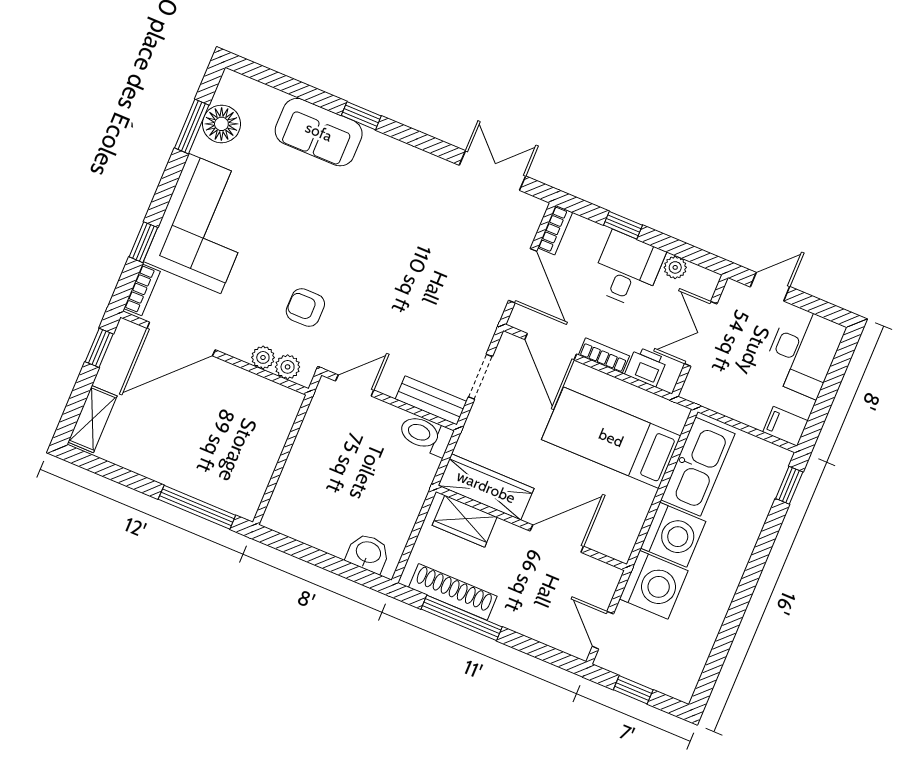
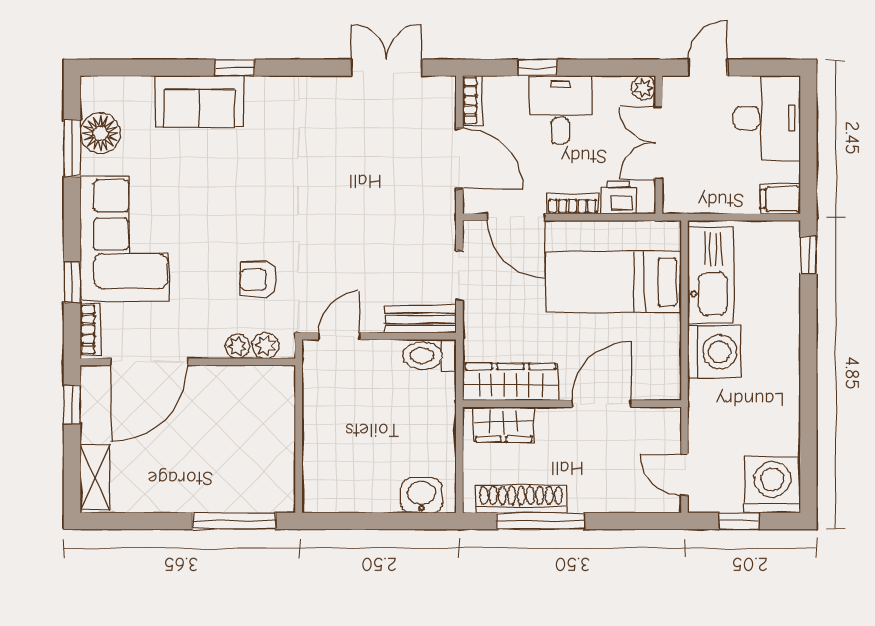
plant: (675, 267) -> (643, 88), moved
washing machine: (654, 585) -> (772, 485), moved, turned -90

